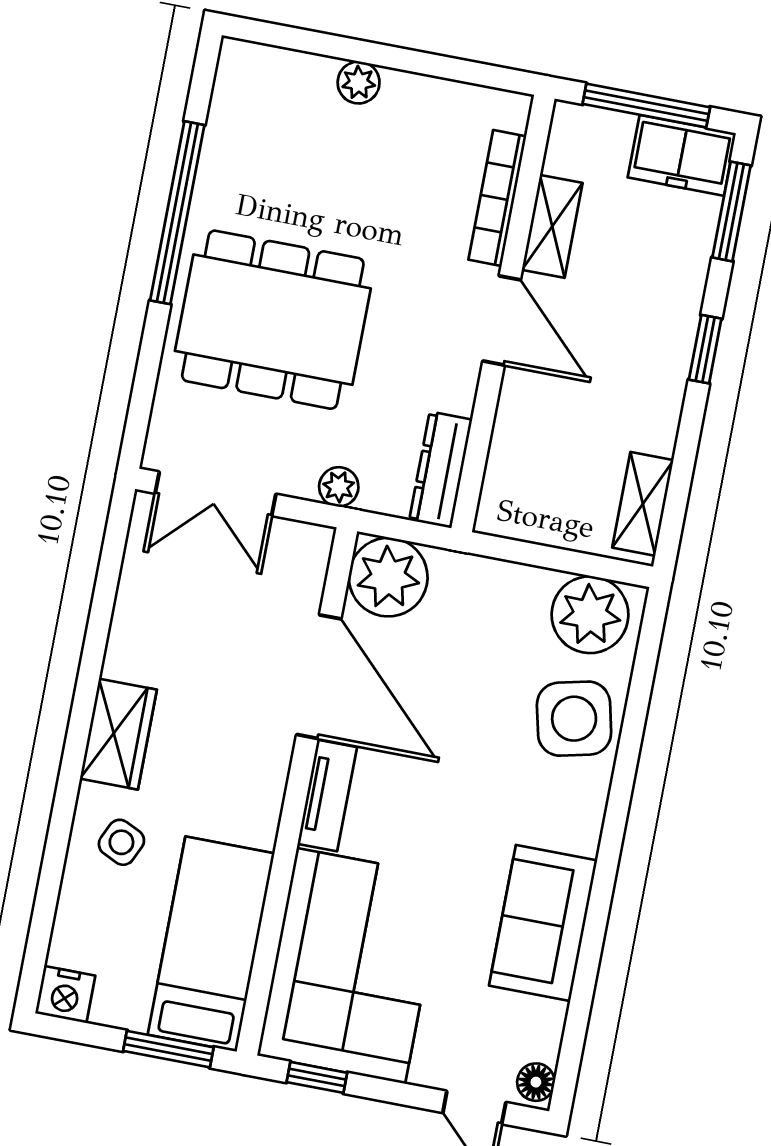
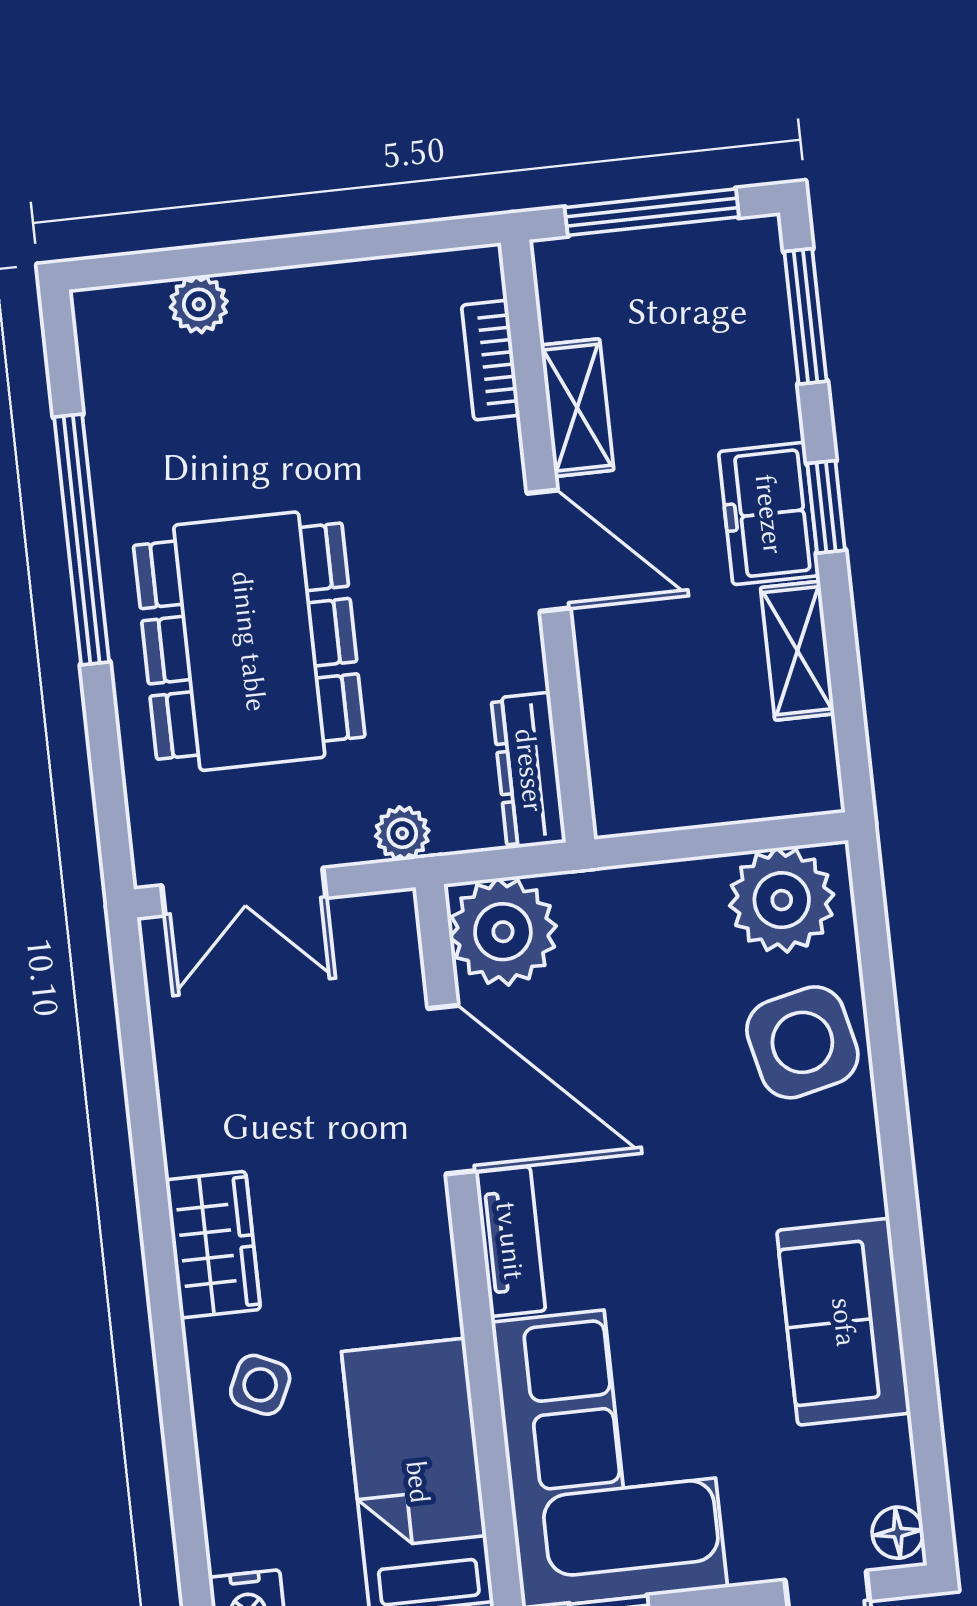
plant: (359, 82) -> (199, 304), moved
freezer: (682, 155) -> (769, 514), moved, turned 90
bookcase: (497, 198) -> (491, 360), width x0.64
dining table: (273, 320) -> (249, 641), turned 90
shelving: (643, 504) -> (797, 651), moved

